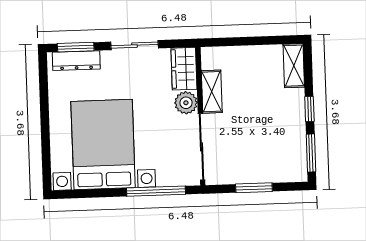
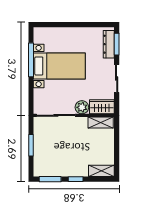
shelving: (212, 92) -> (101, 123), moved
bed with nightstands: (103, 144) -> (59, 66), width x0.73
window: (156, 191) -> (31, 60), moved

